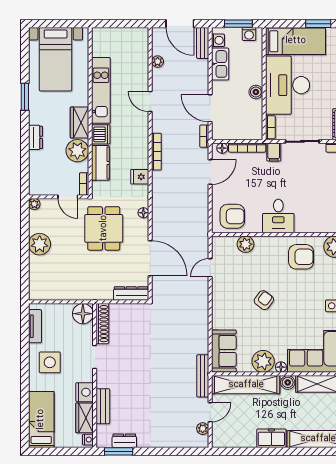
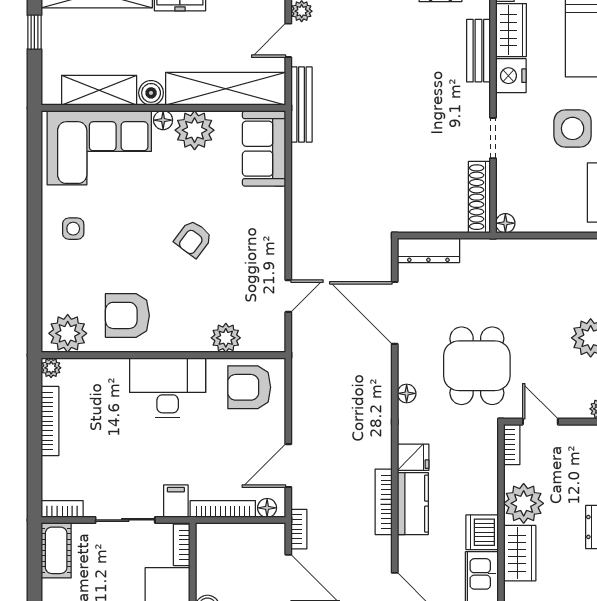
kitchen counter: (100, 163) -> (413, 504), moved, turned 180
desk: (278, 216) -> (168, 388), width x1.37
floor lamp: (83, 314) -> (505, 223), width x0.53, depth x0.53

